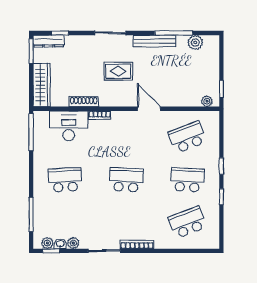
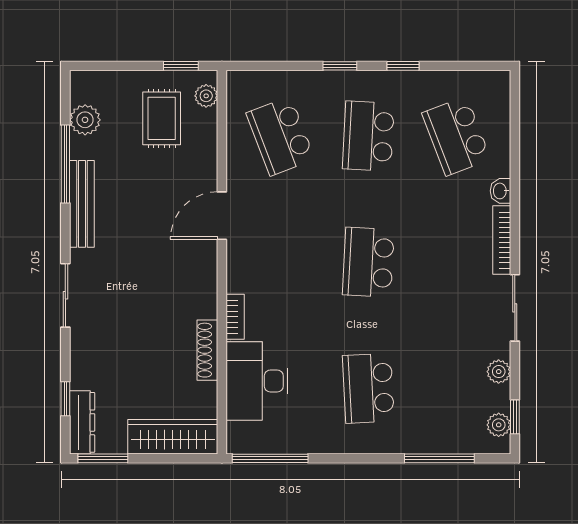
rug: (118, 71) -> (162, 118), moved
washbasin: (60, 244) -> (500, 191), moved

